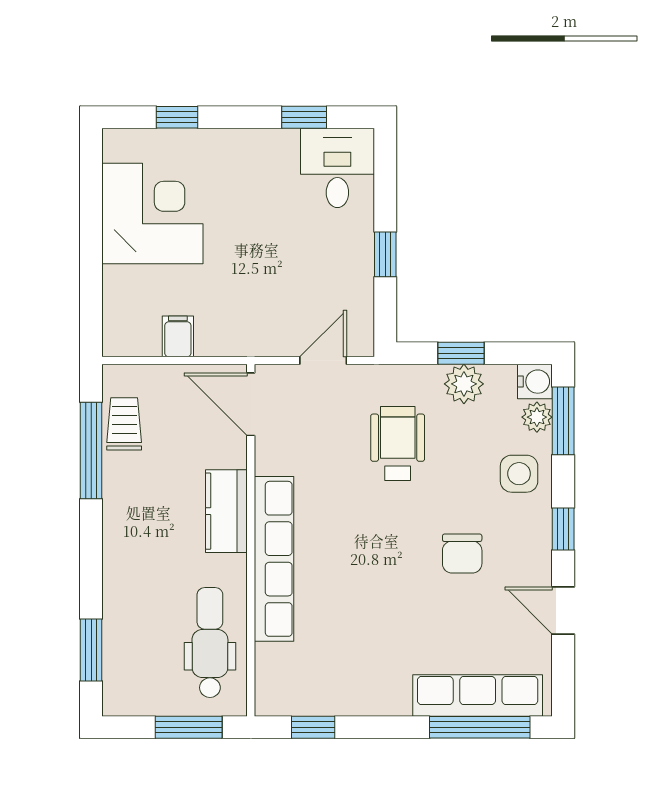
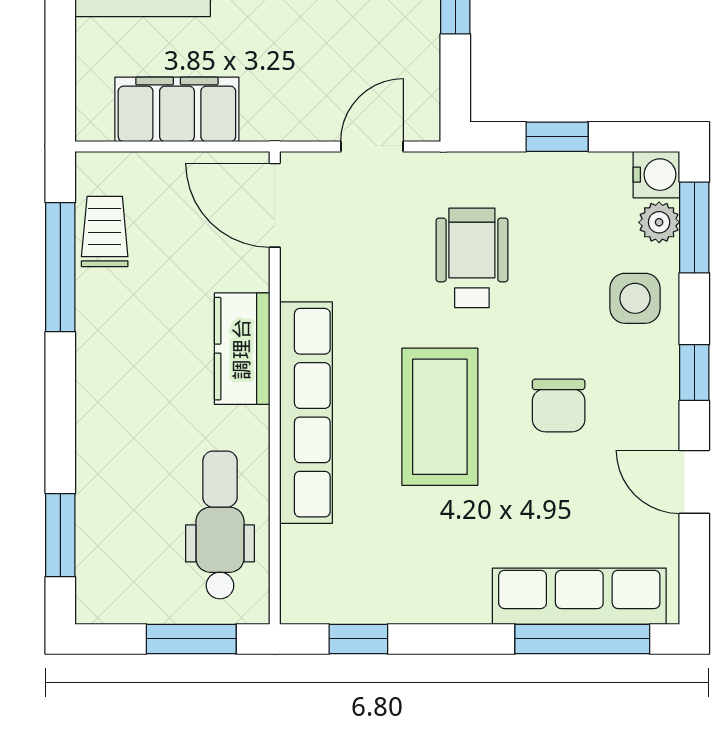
filing cabinet: (178, 336) -> (177, 109), width x3.00, depth x1.17
plant: (464, 384) -> (561, 178), removed
coffee table: (374, 562) -> (440, 417), added

